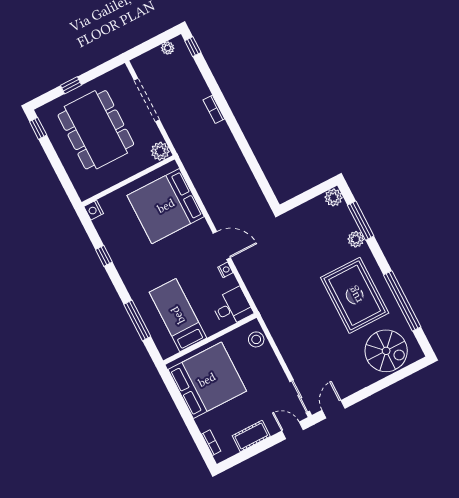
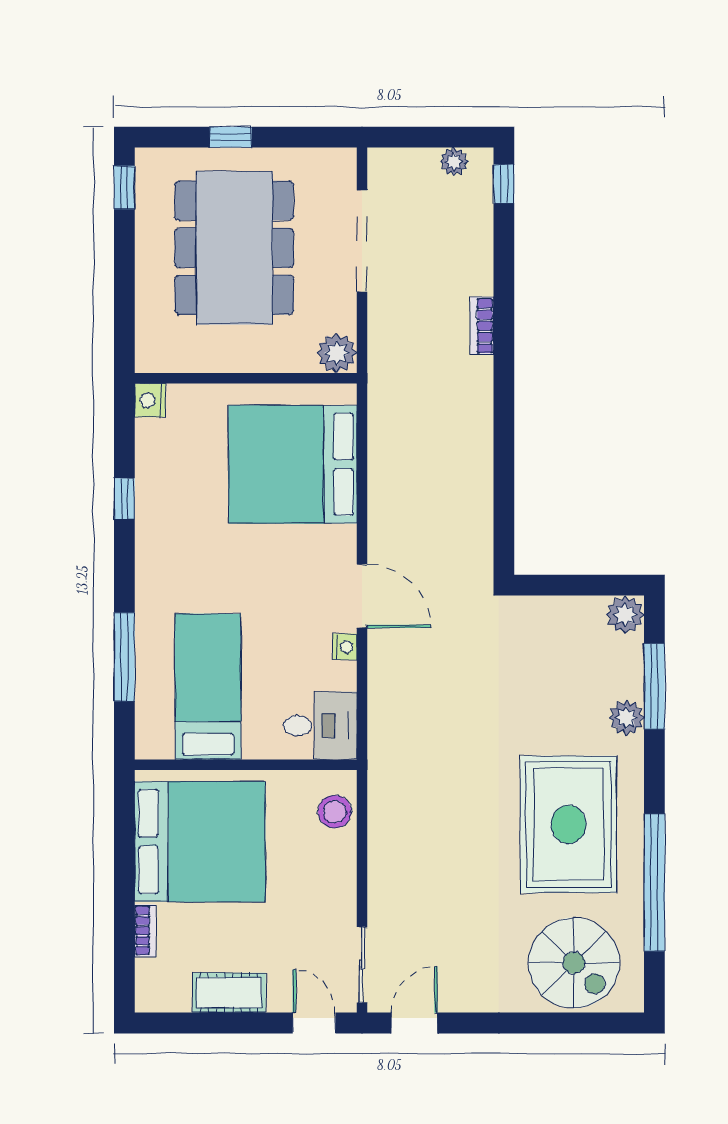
bookcase: (211, 443) -> (145, 931), moved

